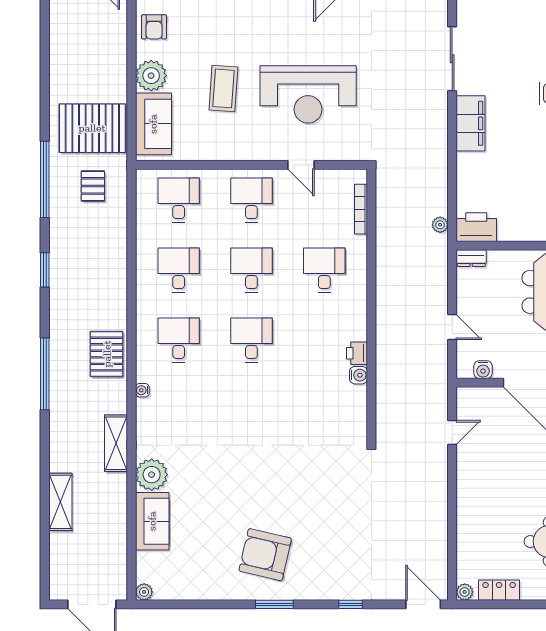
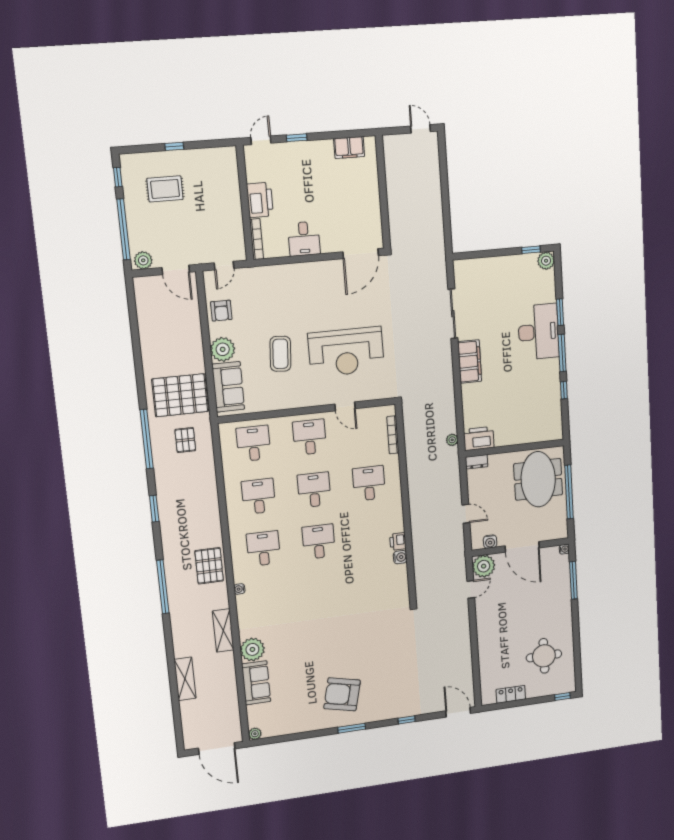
plant: (465, 592) -> (484, 566), moved, width x1.88, depth x1.88

